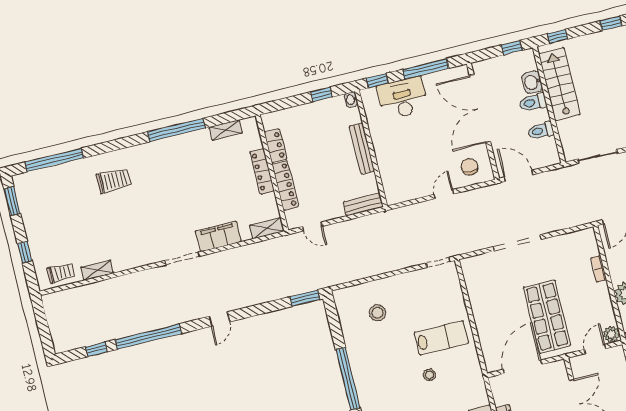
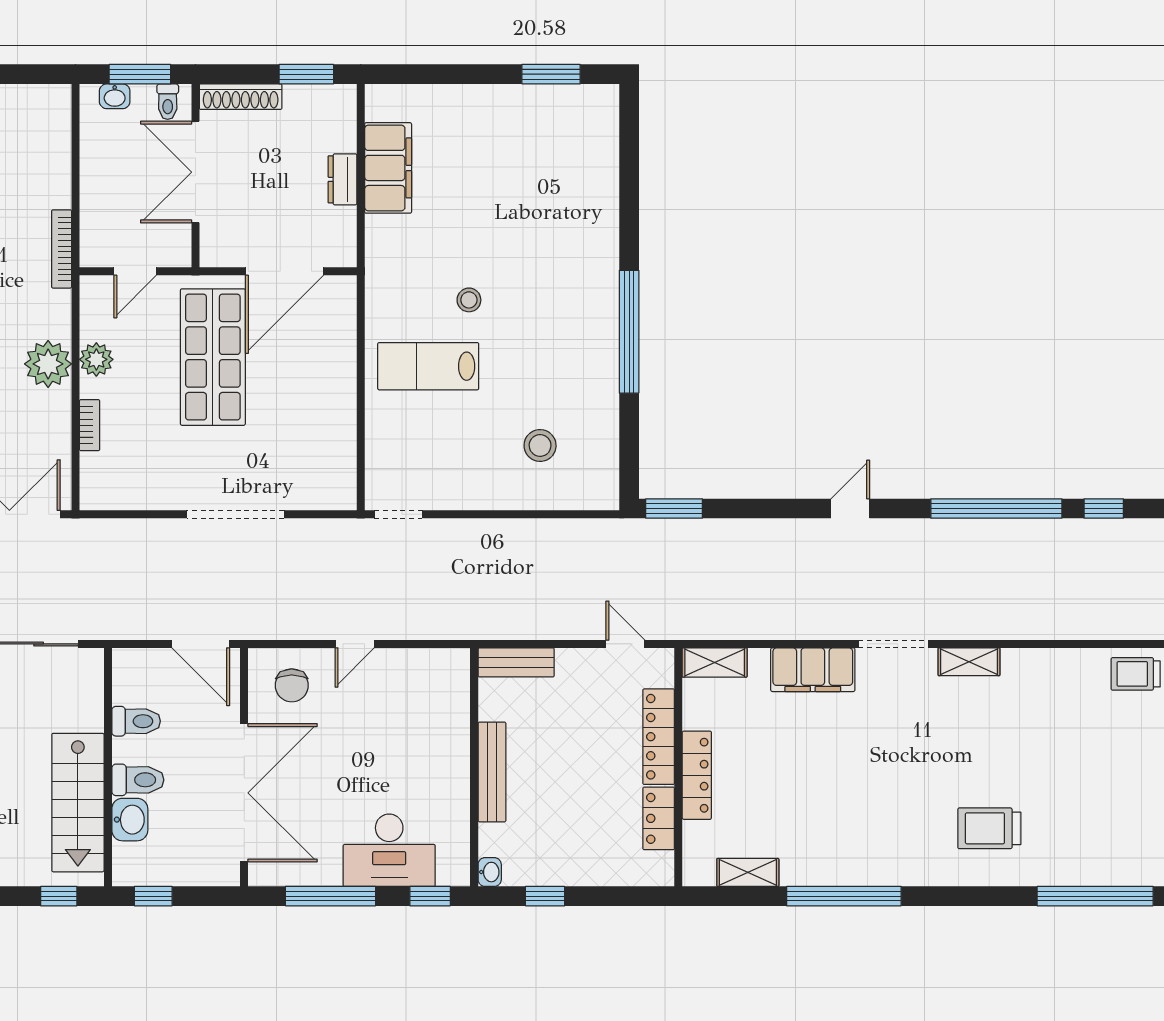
shelving: (97, 270) -> (969, 662), moved
plant: (611, 334) -> (96, 359), moved

